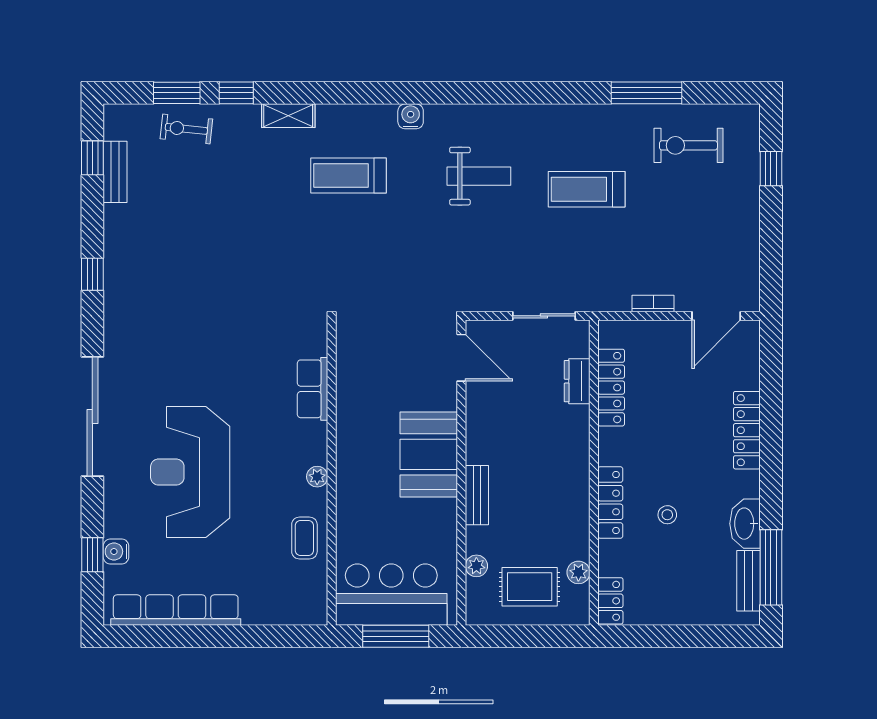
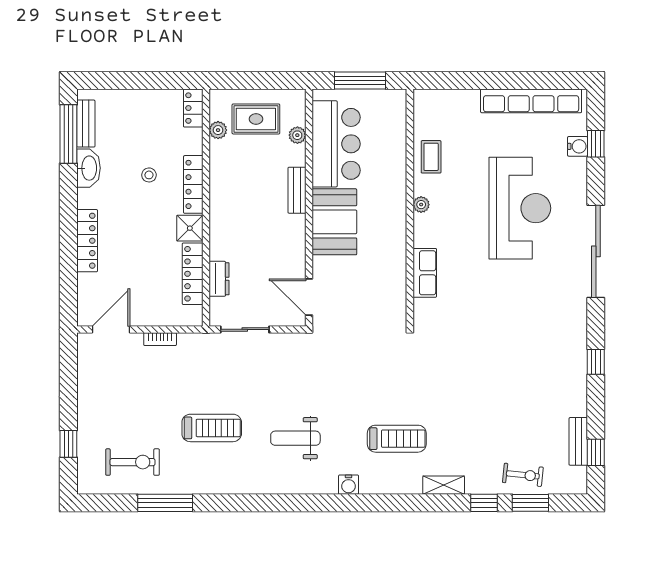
shower: (615, 446) -> (190, 228), added
bar counter: (391, 595) -> (336, 144), moved, turned -90

